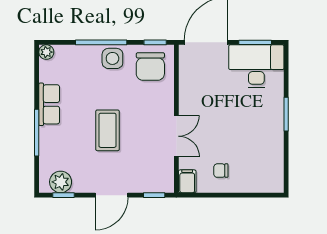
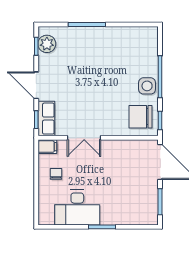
plant: (46, 52) -> (152, 32), removed
desk: (256, 66) -> (77, 207), moved, turned 90
row of seats: (49, 104) -> (46, 119), moved, turned -90
coffee table: (107, 130) -> (89, 82), removed

